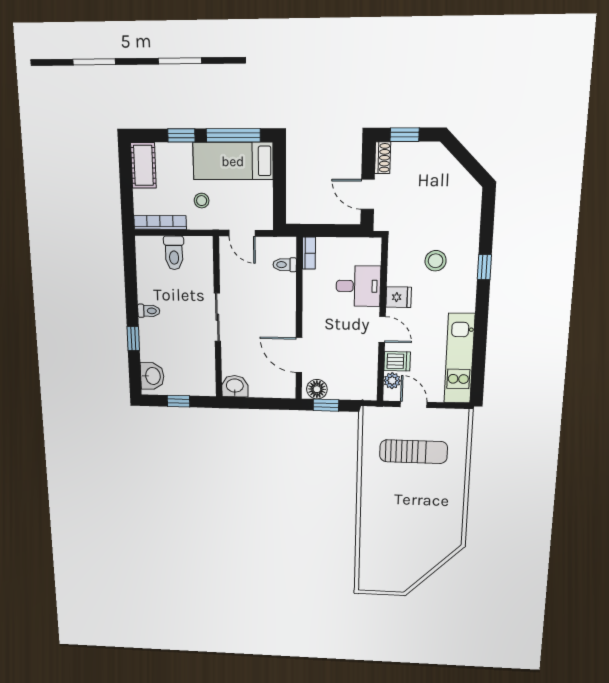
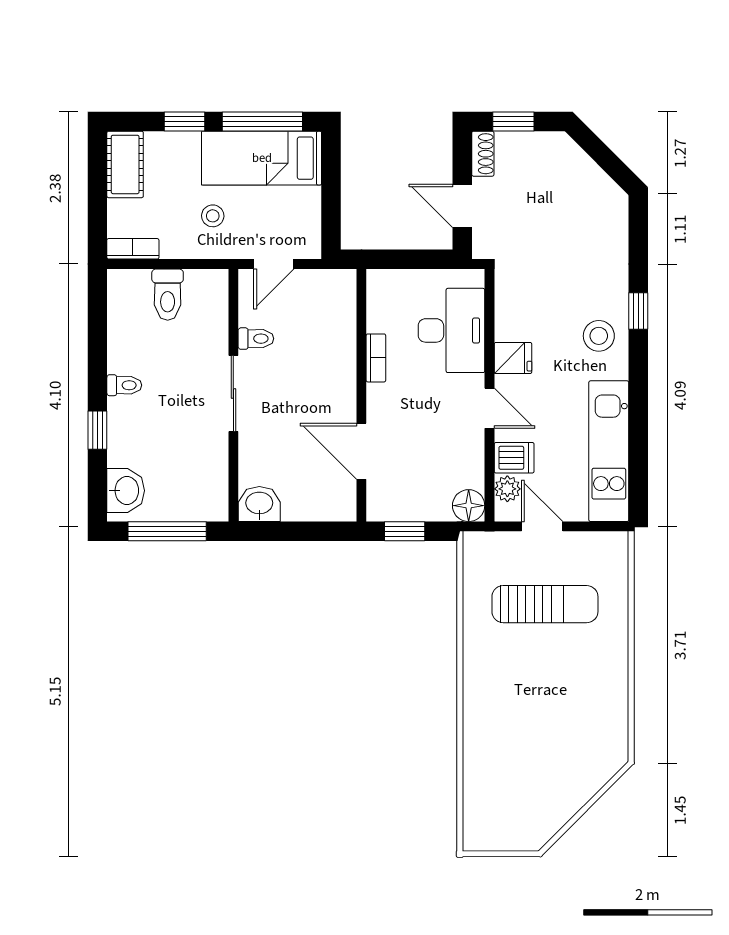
bookcase: (160, 223) -> (133, 249), width x0.64
door: (242, 233) -> (274, 264), hinge flipped
bookcase: (309, 253) -> (376, 358), moved
stool: (436, 261) -> (599, 336), moved
toilet: (285, 265) -> (256, 339), moved, turned 180
desk: (358, 286) -> (451, 330), width x1.37
floor lamp: (317, 389) -> (469, 506), moved
window: (178, 401) -> (167, 531), width x2.17

